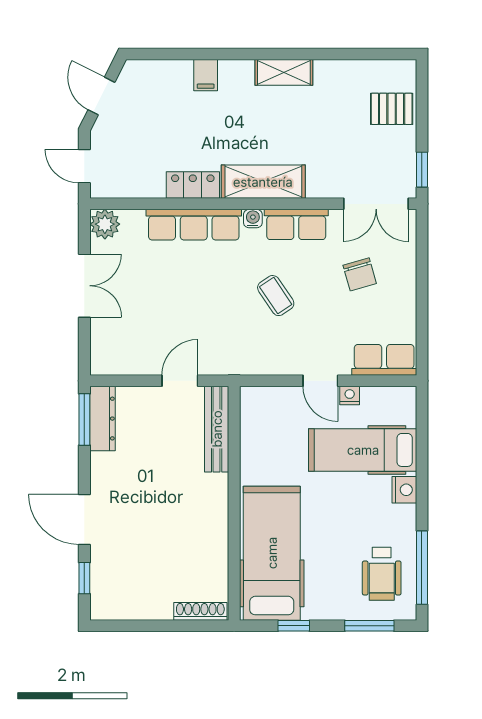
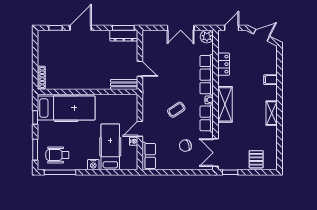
locker: (193, 185) -> (224, 64), moved
bench: (217, 429) -> (124, 84), width x0.73

